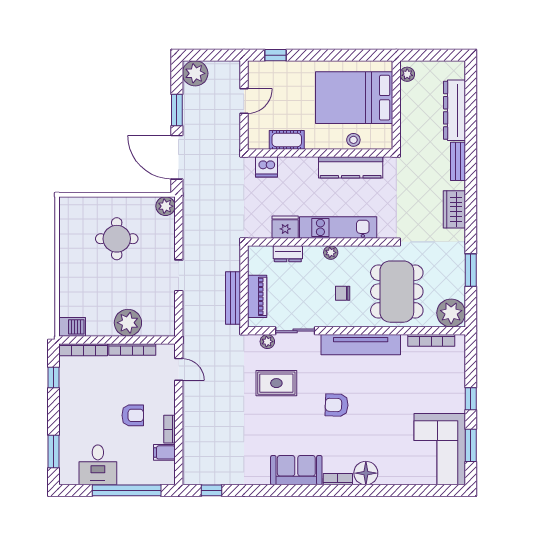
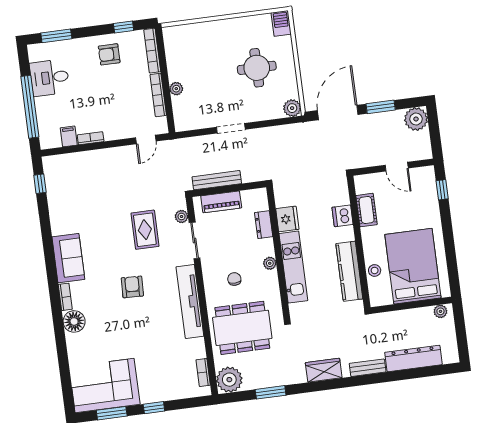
dishwasher: (267, 167) -> (343, 216), moved
plant: (128, 323) -> (176, 89), width x0.53, depth x0.53
barbecue: (72, 327) -> (281, 23), moved, turned 180
bookcase: (431, 340) -> (203, 373), width x0.64
armchair: (133, 415) -> (109, 54), moved, turned 90

